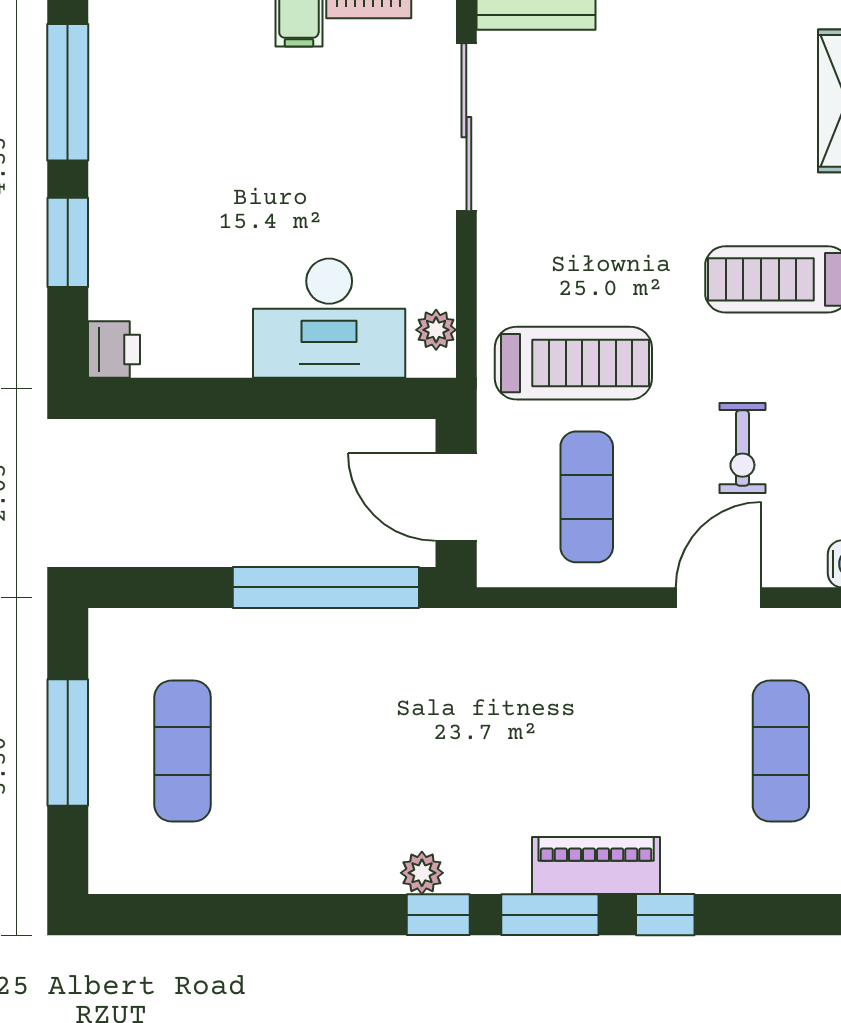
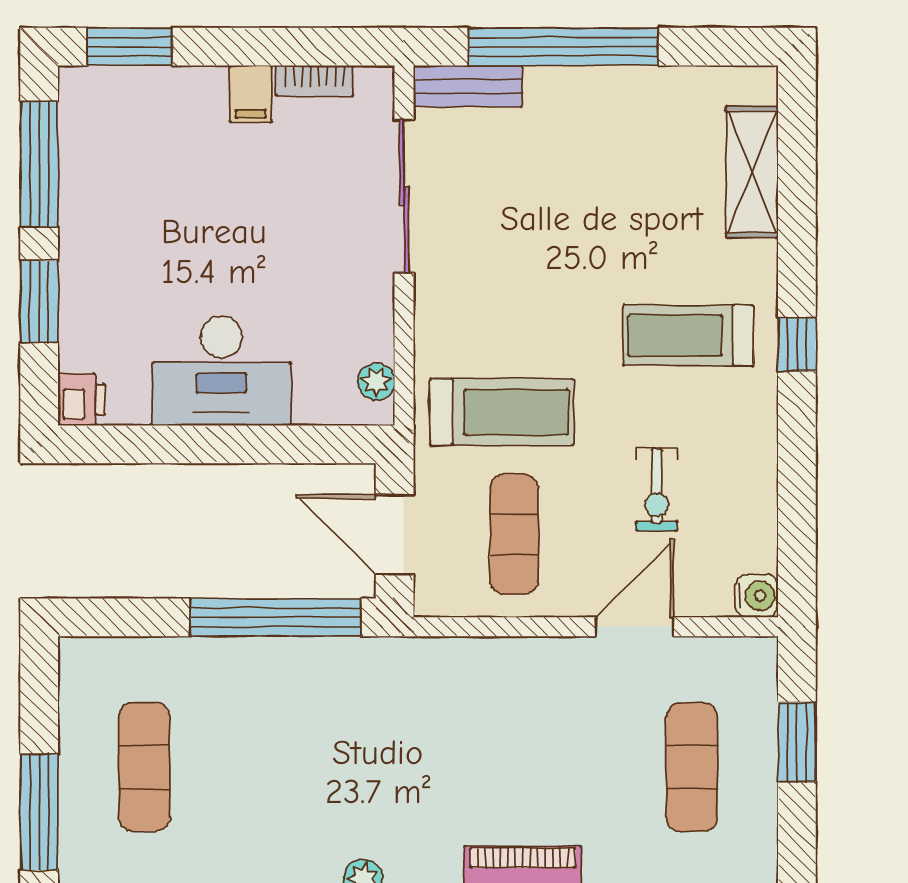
desk: (329, 318) -> (221, 371), moved
window: (68, 742) -> (39, 812), moved

